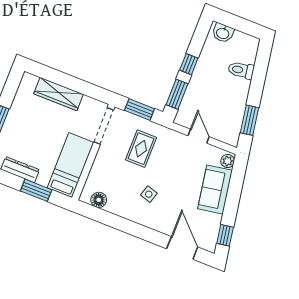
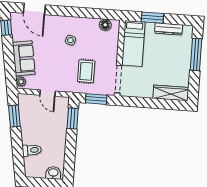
window: (189, 64) -> (71, 143), removed
wardrobe: (59, 94) -> (171, 93), moved

